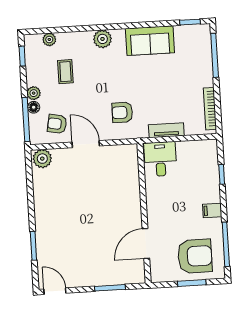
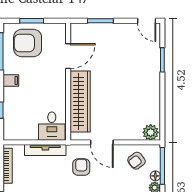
armchair: (122, 112) -> (81, 167), turned -90
armchair: (57, 124) -> (137, 161), turned 132
tv unit: (166, 130) -> (45, 150), width x1.41
door: (86, 144) -> (102, 142), moved
wardrobe: (128, 190) -> (80, 101), added

